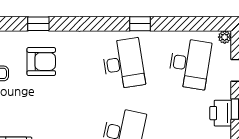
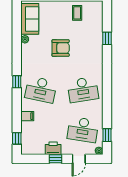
window: (140, 24) -> (107, 135), moved
armchair: (41, 62) -> (61, 48), moved, turned -90

